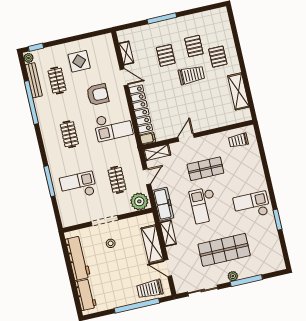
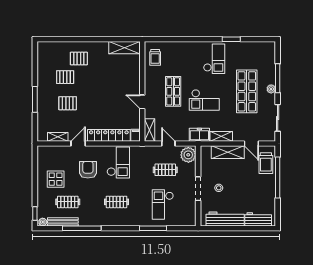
trolley: (191, 75) -> (90, 85), removed
shelving: (238, 91) -> (124, 48), moved
freezer: (163, 204) -> (199, 135), width x0.71
checkout: (252, 206) -> (214, 59), turned 180
door: (168, 268) -> (251, 143), hinge flipped

